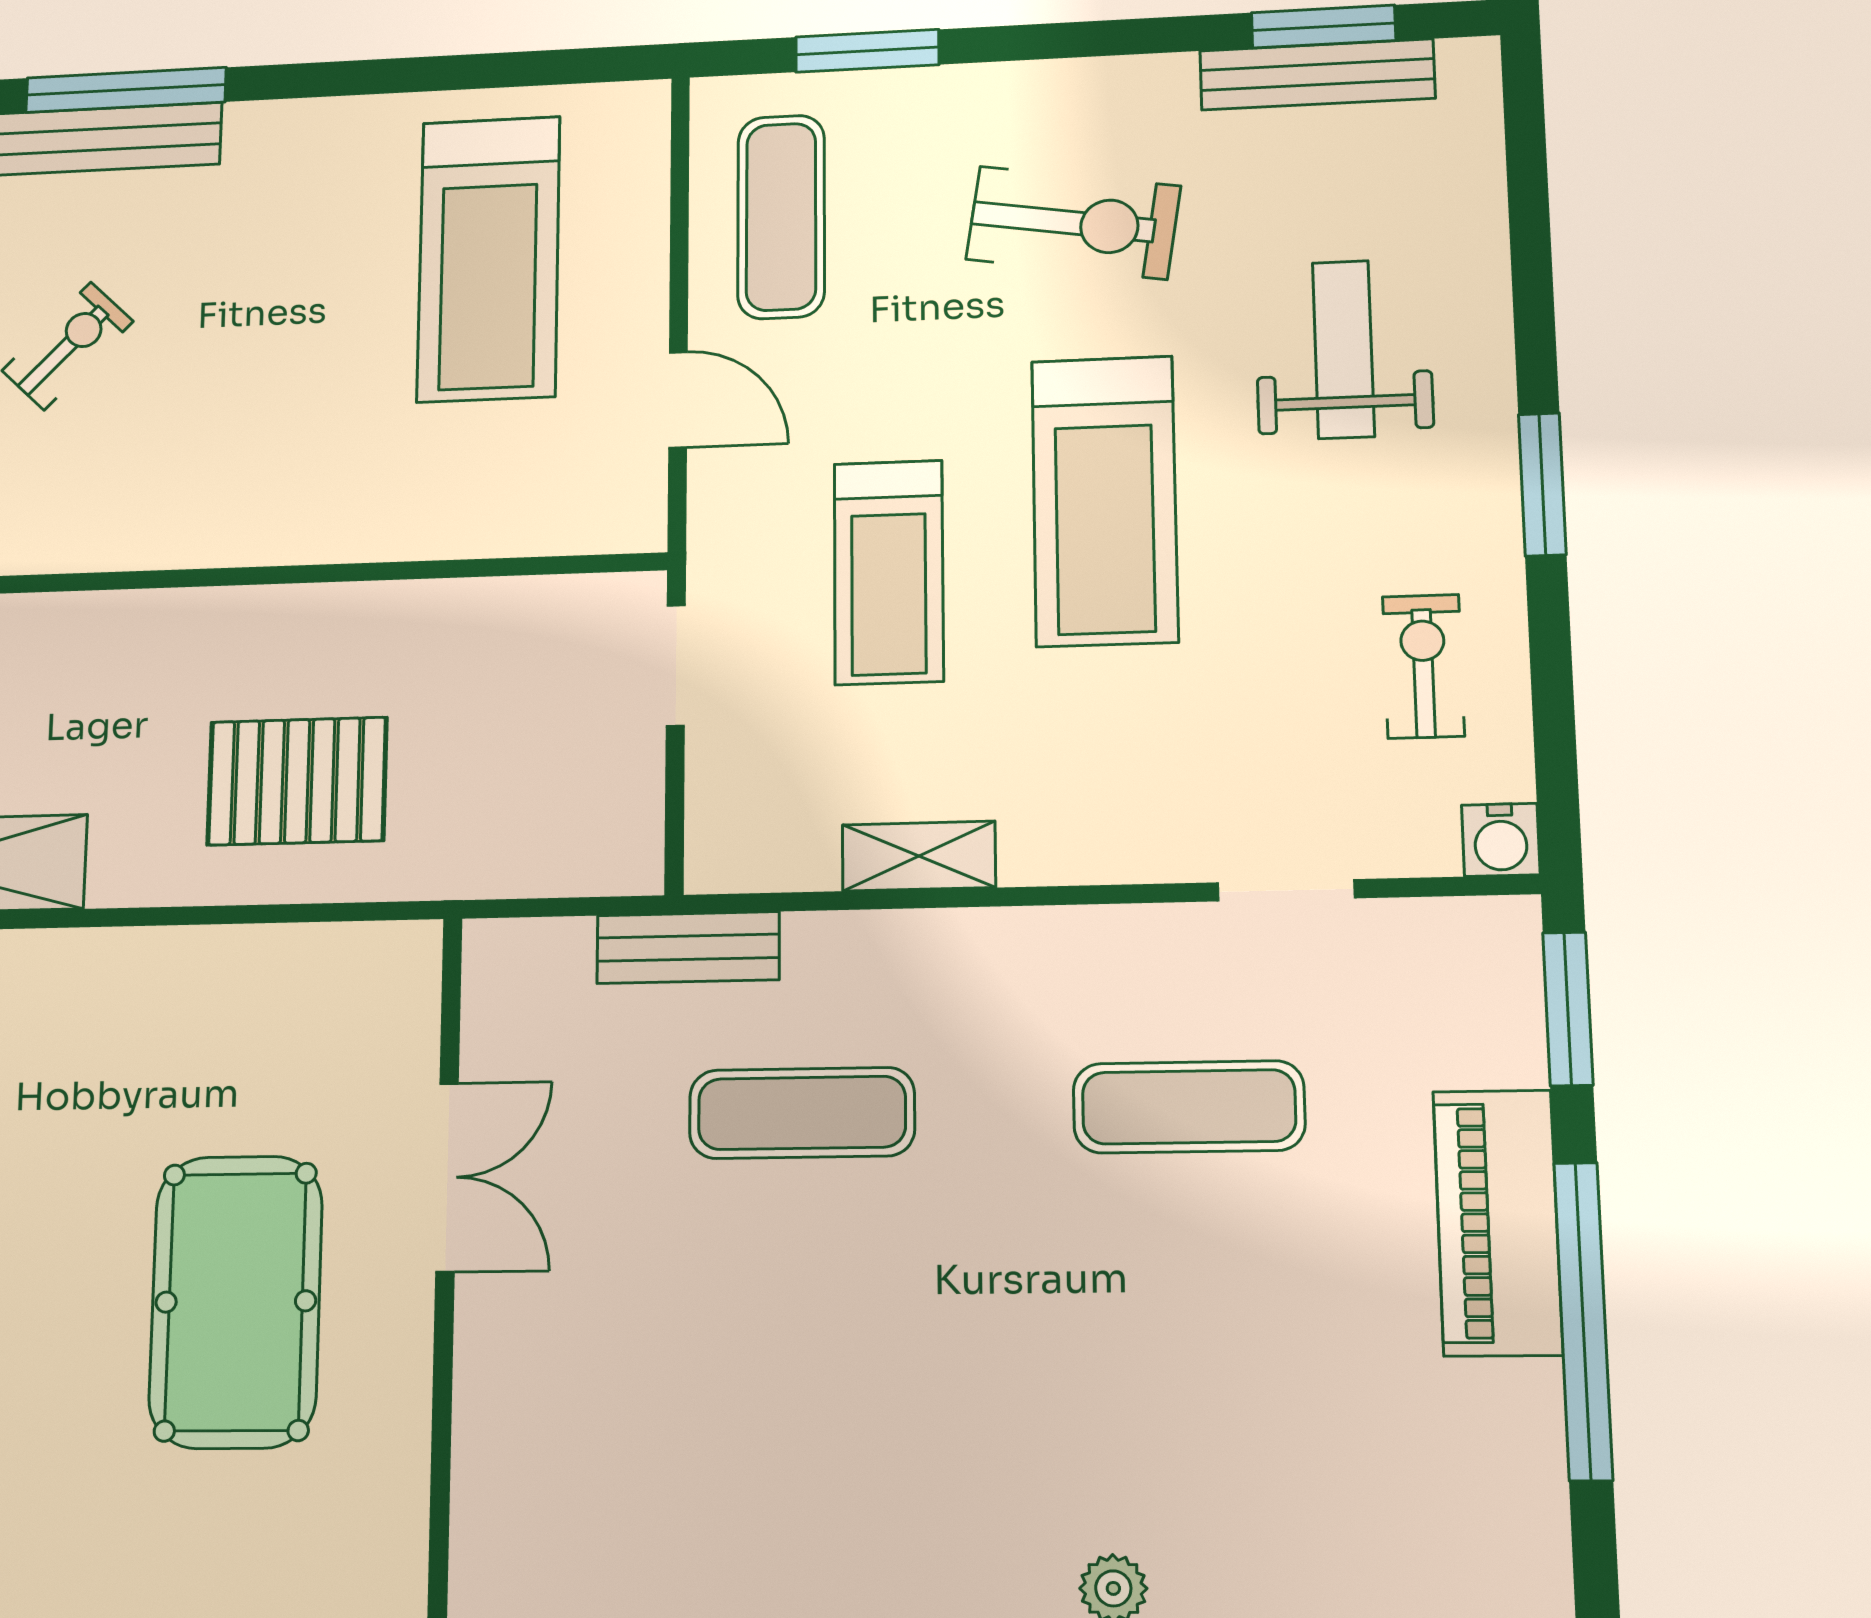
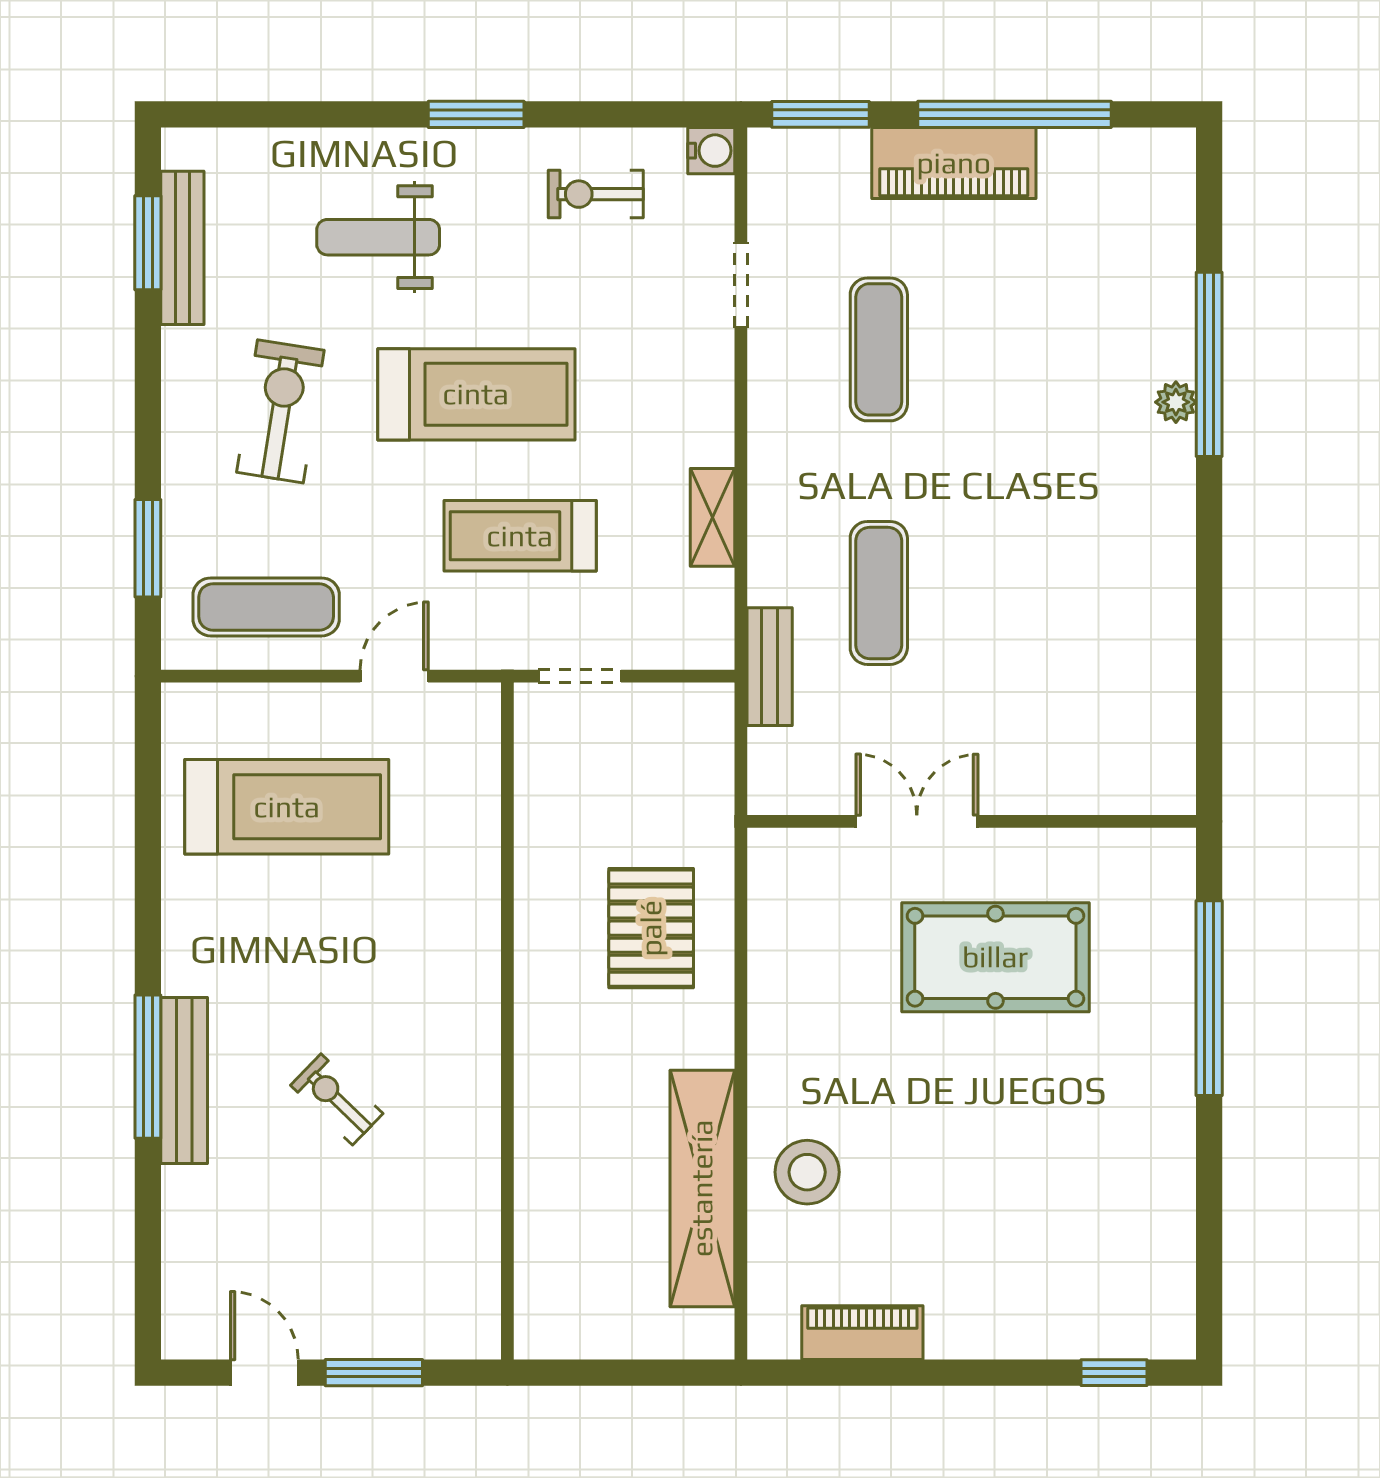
treadmill: (889, 572) -> (520, 536), turned 180

